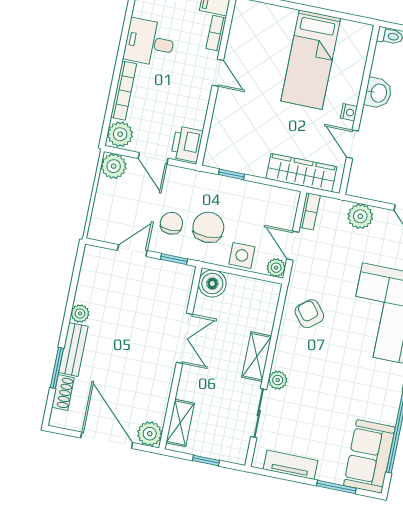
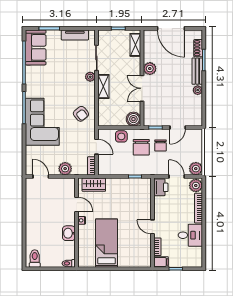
wardrobe: (301, 173) -> (94, 185), width x0.67
plant: (276, 268) -> (103, 134), removed
plant: (150, 434) -> (150, 69), moved

